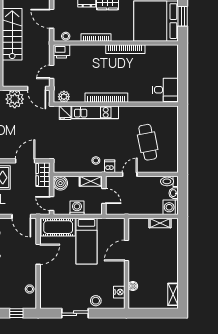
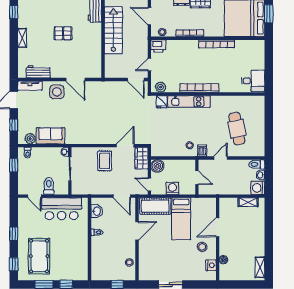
plant: (15, 99) -> (116, 89), removed
shelving: (91, 181) -> (185, 164), removed
stool: (96, 301) -> (202, 247), moved

